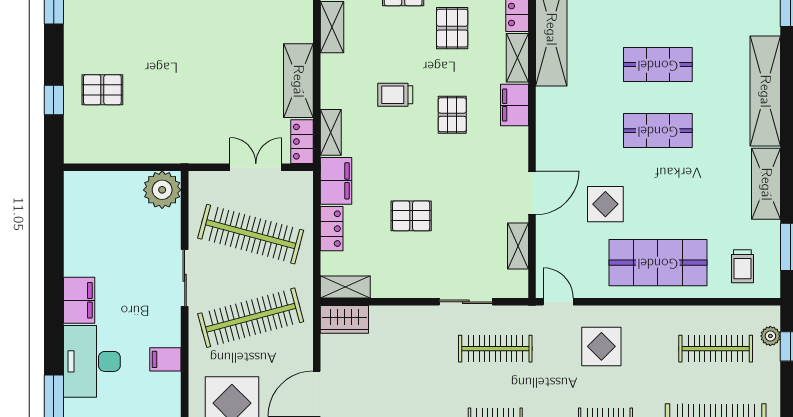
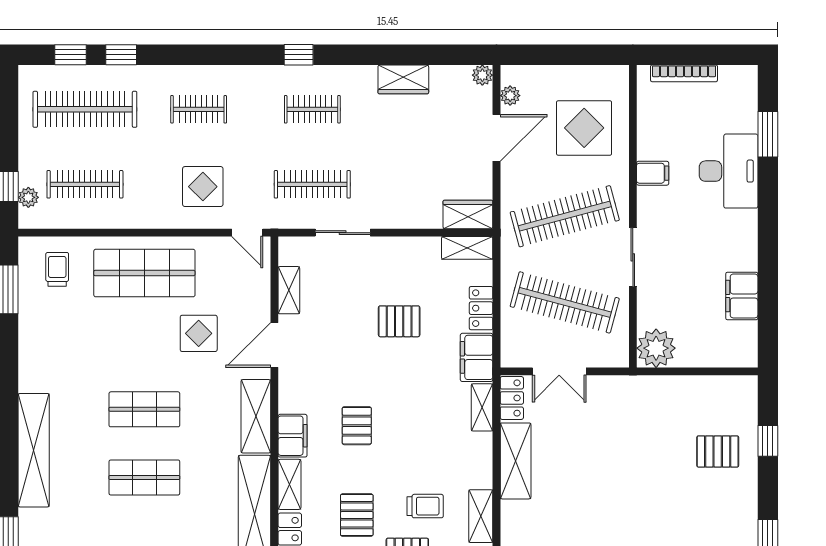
trolley: (395, 95) -> (425, 506), moved
shelving: (766, 184) -> (256, 416), moved
filing cabinet: (79, 300) -> (742, 296), moved

